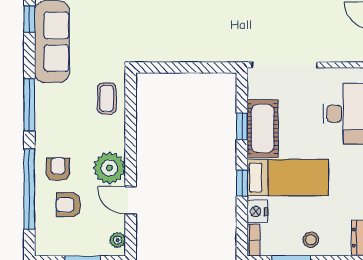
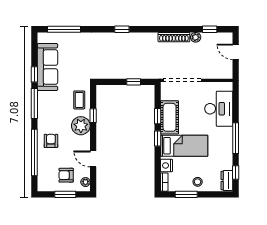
window: (29, 19) -> (34, 74), moved
window: (201, 67) -> (134, 82), added
window: (131, 126) -> (93, 116), added
plant: (109, 168) -> (81, 126), moved
window: (242, 183) -> (158, 138), moved
armchair: (68, 205) -> (66, 175), moved

